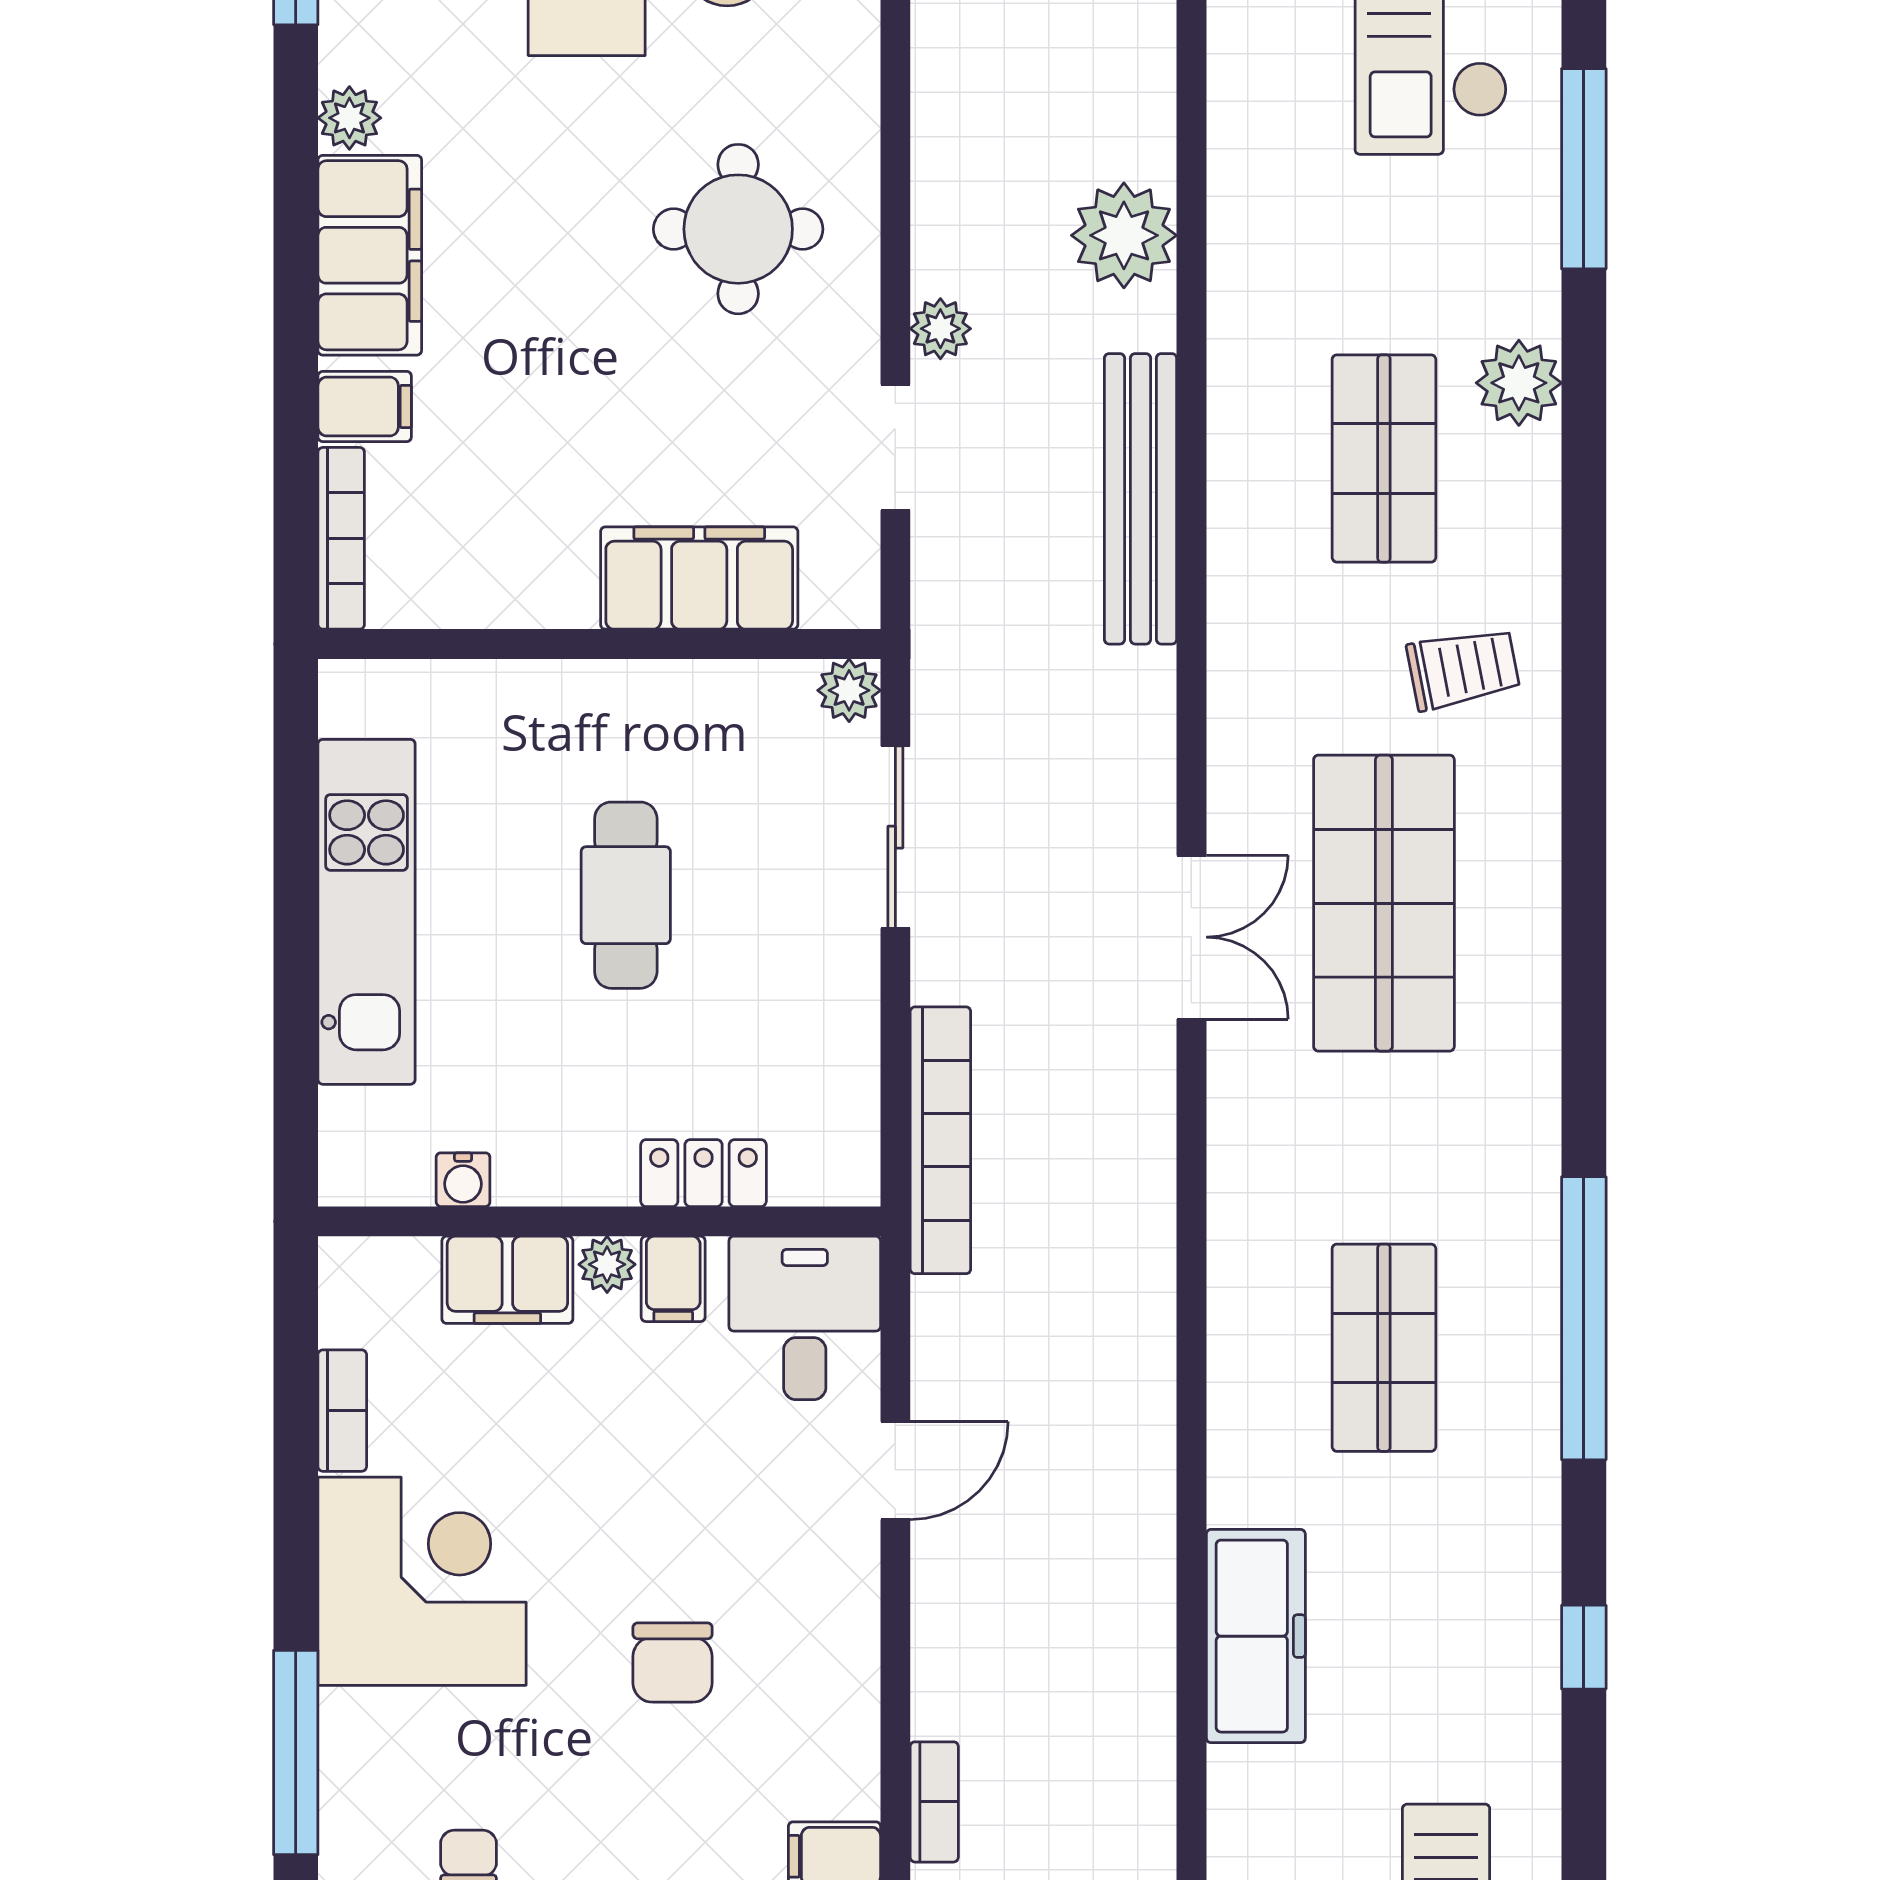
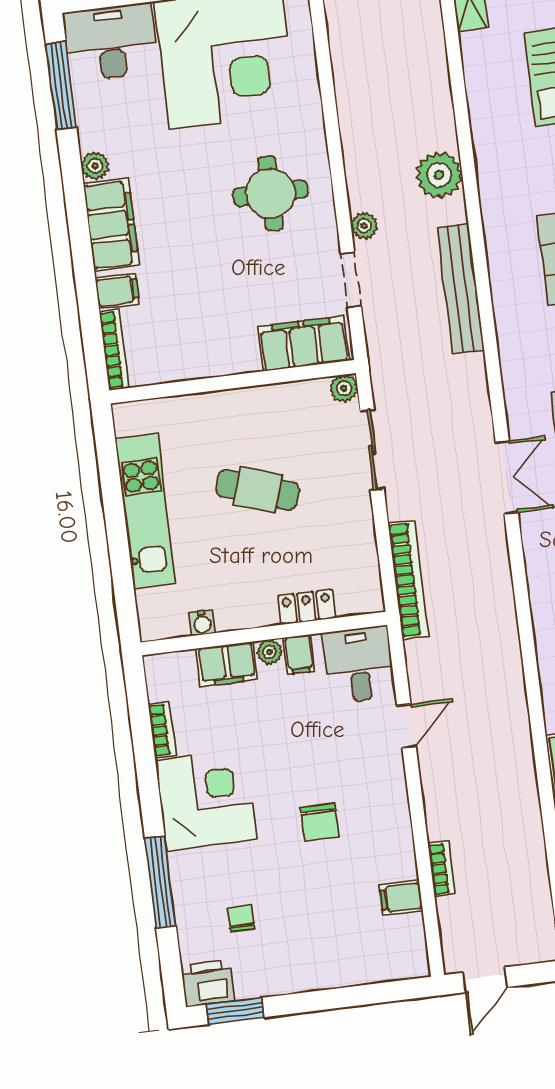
filing cabinet: (699, 578) -> (303, 344), moved
cafe table: (626, 895) -> (258, 490), turned -72

